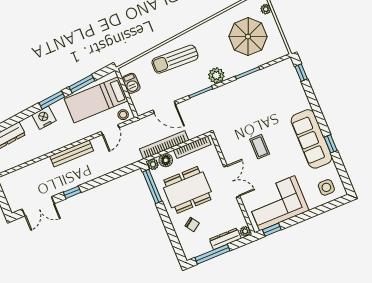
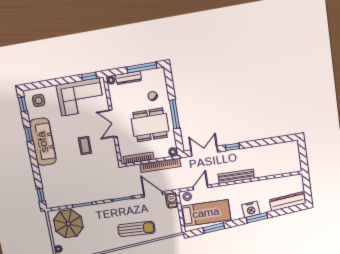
parasol: (248, 37) -> (68, 224), moved
plant: (216, 76) -> (107, 209), removed
barbecue: (131, 83) -> (172, 200), moved
window: (52, 100) -> (257, 218), moved
floor lamp: (166, 160) -> (162, 153), removed
window: (345, 178) -> (23, 104), added
window: (152, 187) -> (175, 114), moved
window: (72, 192) -> (232, 147), moved
double door: (38, 206) -> (204, 151), moved

